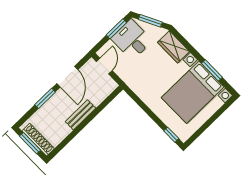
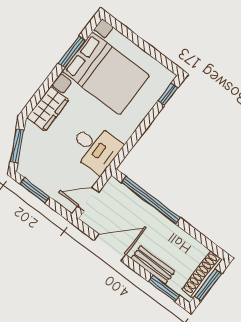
desk: (132, 40) -> (95, 148), moved, turned -90
window: (45, 98) -> (164, 288), moved
window: (97, 111) -> (151, 200), added
bench: (80, 115) -> (153, 265), moved

